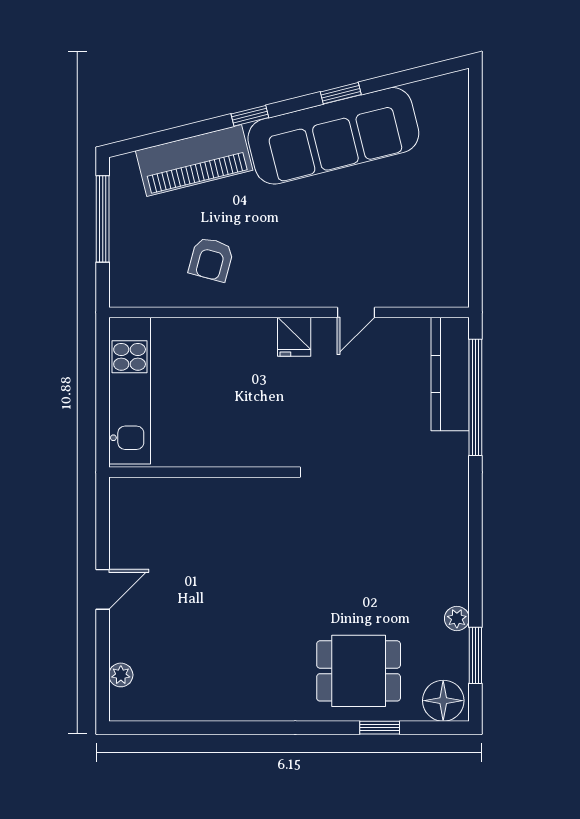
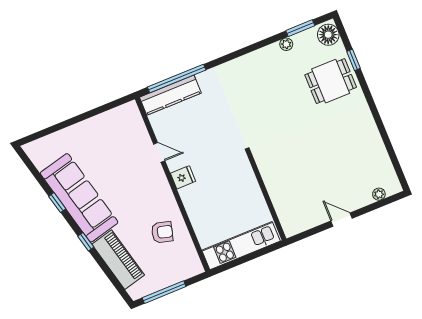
dining table: (359, 671) -> (331, 81), turned 90

